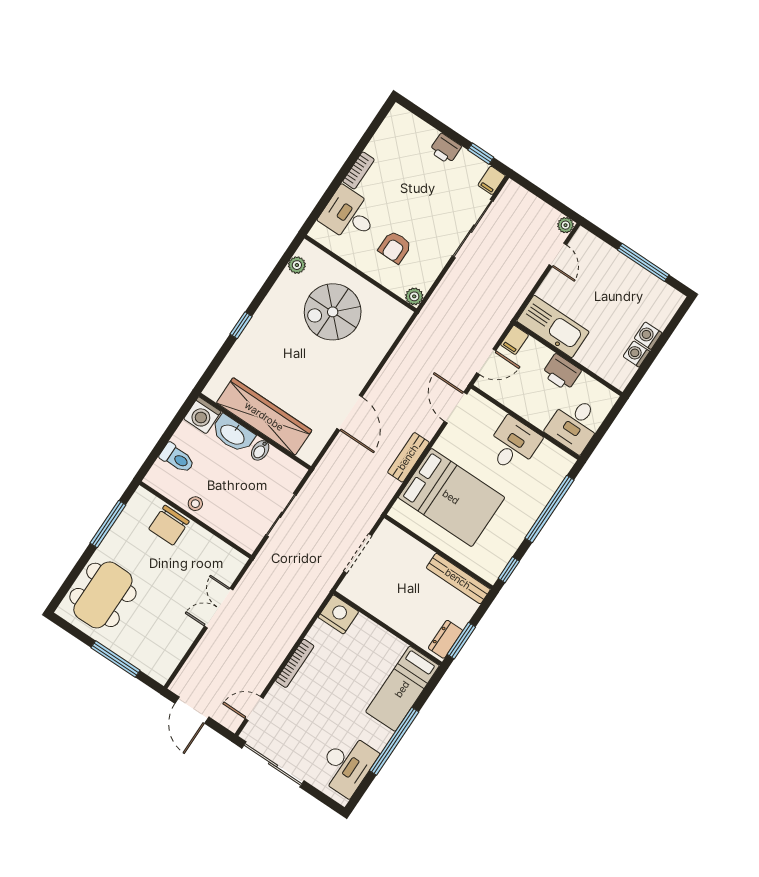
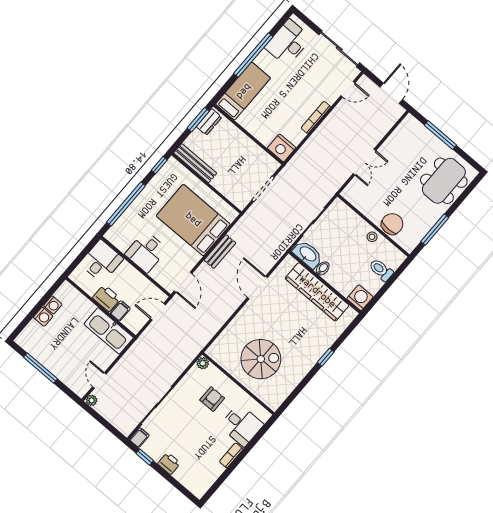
plant: (297, 265) -> (282, 395), removed
filing cabinet: (514, 340) -> (120, 311), moved
washbasin: (233, 434) -> (308, 254), moved

